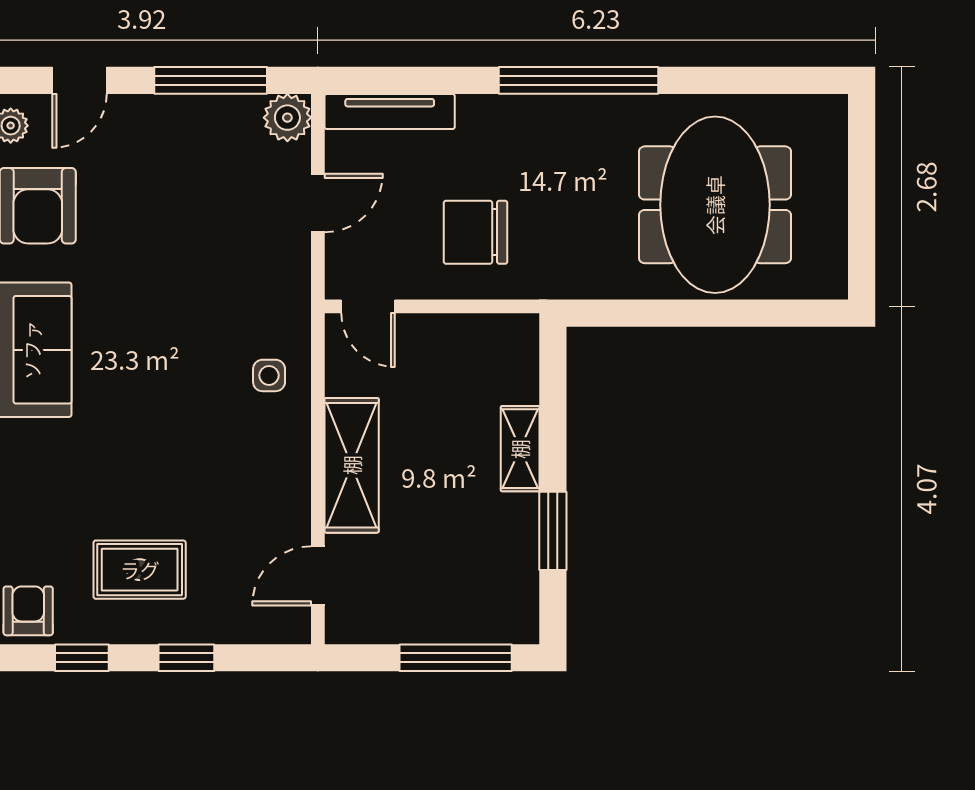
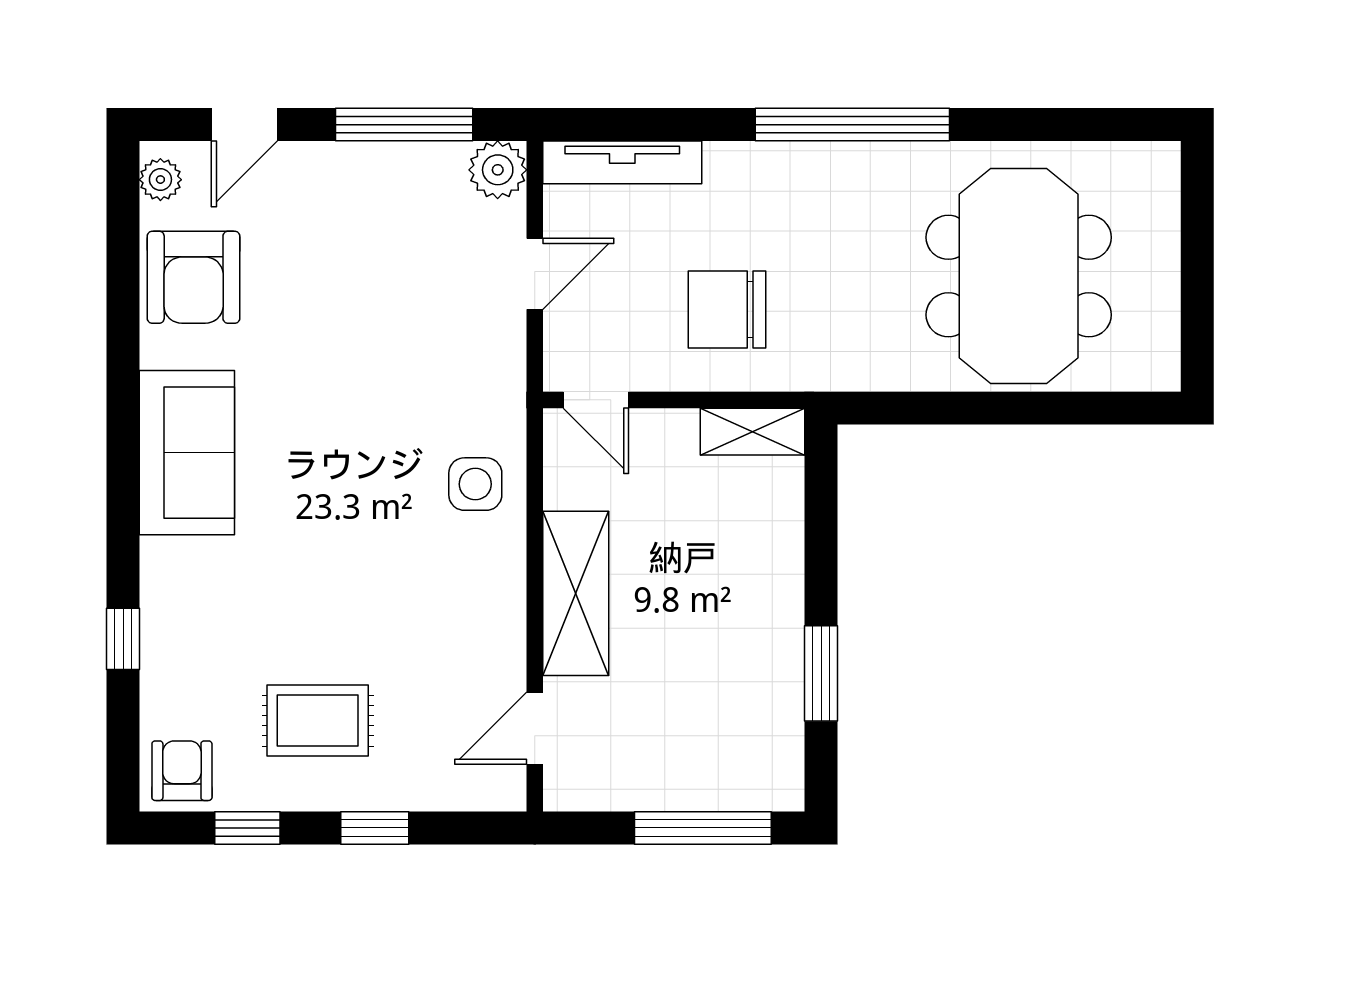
side table: (269, 375) -> (475, 484), width x1.37, depth x1.37
shelving: (520, 449) -> (753, 432), moved, turned 90

